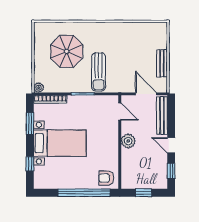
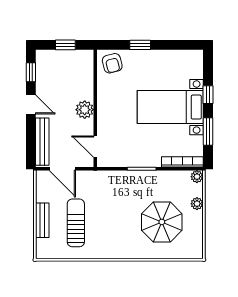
bench: (162, 63) -> (42, 220), moved
plant: (39, 66) -> (197, 204), added
sun lounger: (99, 72) -> (76, 223), moved
window: (30, 164) -> (208, 95), moved
armchair: (106, 178) -> (112, 63), turned 76
window: (84, 193) -> (140, 45), width x0.32

